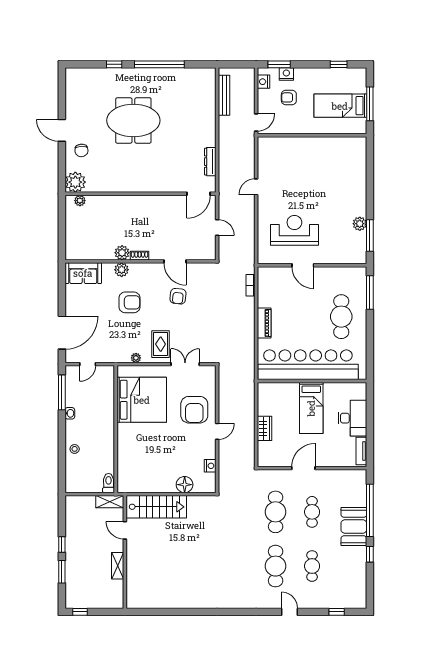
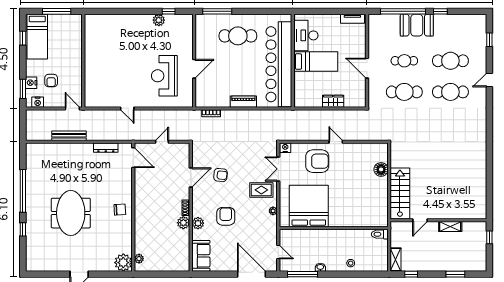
bench: (224, 95) -> (69, 136), moved
bed: (340, 106) -> (37, 37), moved
chair: (81, 150) -> (120, 210), moved
window: (370, 235) -> (169, 11), width x0.46
desk: (353, 418) -> (306, 35), moved, turned -90
nightstand: (210, 466) -> (285, 148), moved
shelving: (110, 502) -> (396, 260), moved
window: (62, 545) -> (411, 274), moved
cafe table: (312, 566) -> (450, 61), width x1.37, depth x1.35
window: (80, 612) -> (489, 237), moved

